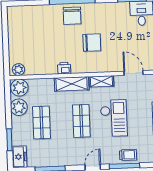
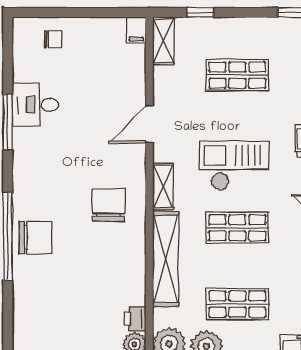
chair: (92, 43) -> (109, 205), moved
printer: (64, 68) -> (135, 319), moved
shelving: (72, 84) -> (166, 259), width x1.47

